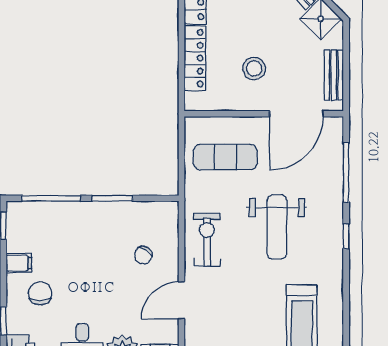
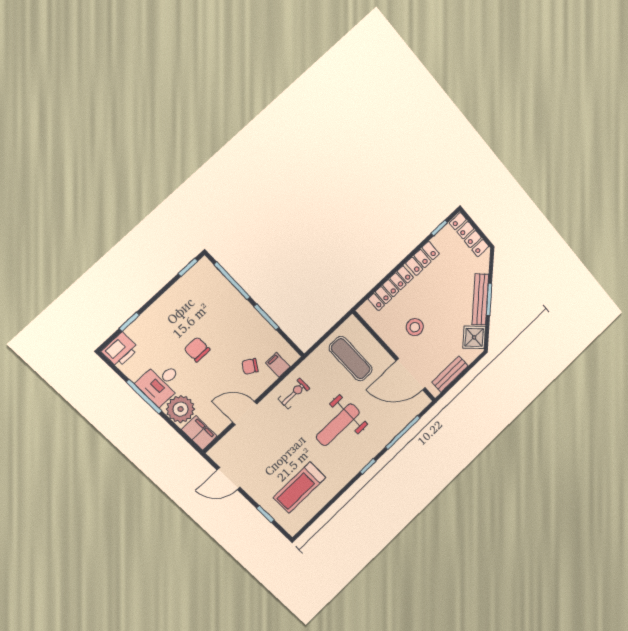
exercise bike: (207, 240) -> (294, 394), width x0.73, depth x0.72
filing cabinet: (19, 263) -> (278, 365), moved, turned 180
chair: (40, 293) -> (197, 349), moved, turned -90

